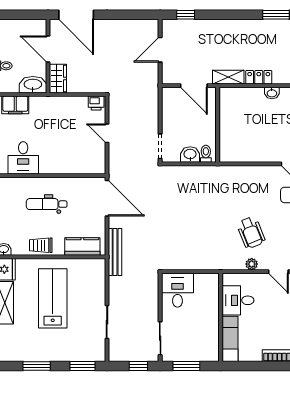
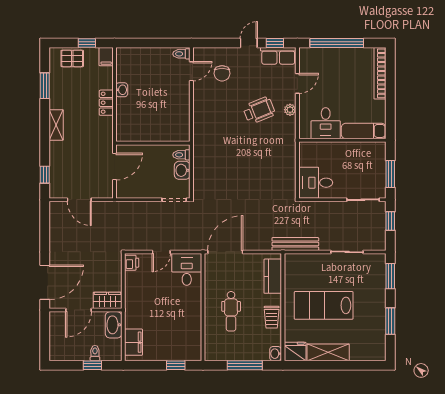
shelving: (228, 77) -> (56, 125), moved
desk: (23, 158) -> (187, 269), moved, turned -90
bench: (115, 252) -> (295, 244), moved

